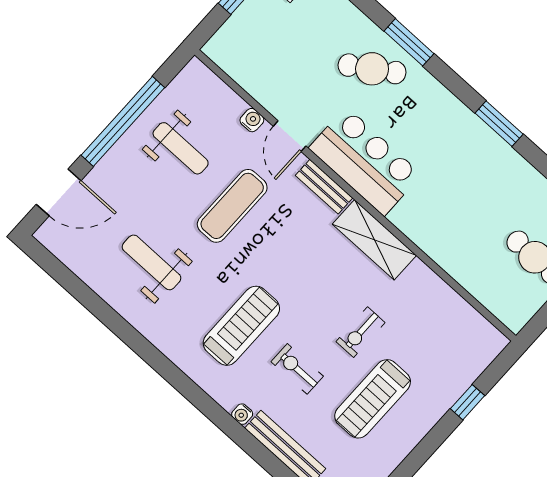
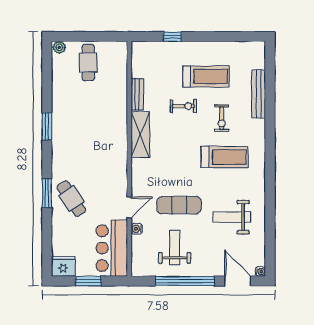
bar counter: (365, 161) -> (112, 248), moved
bench: (324, 187) -> (137, 94), moved
weight bench: (152, 262) -> (232, 217), turned 90
treadmill: (241, 326) -> (225, 157), turned 180
water cooler: (242, 414) -> (260, 272), moved

